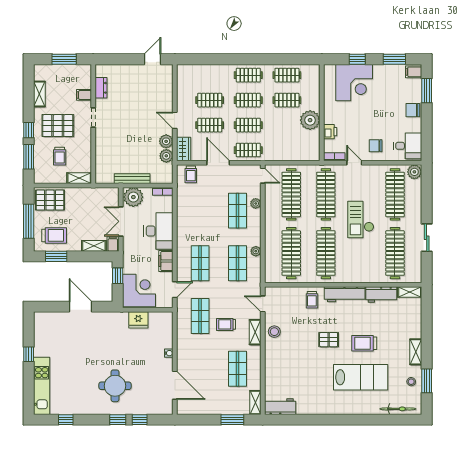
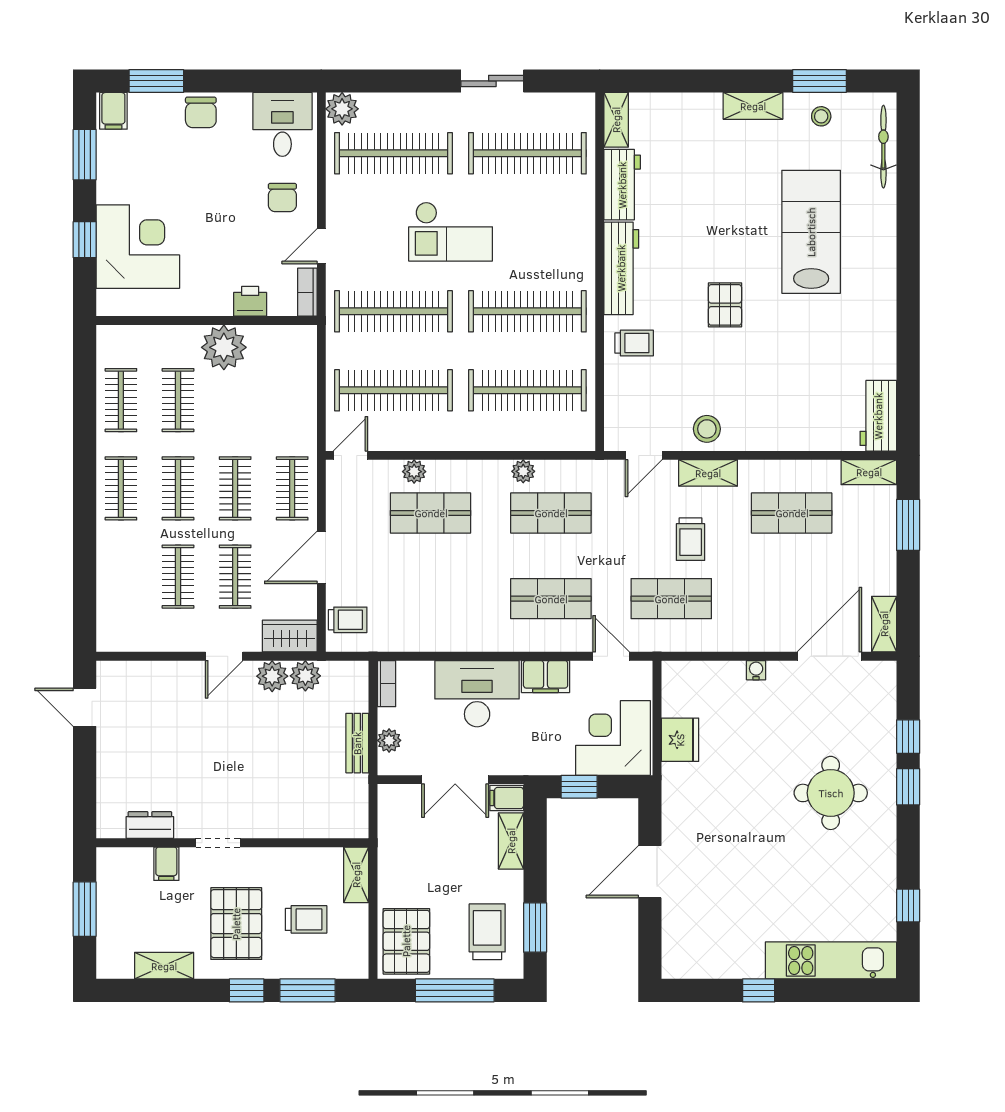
bench: (132, 179) -> (357, 743), width x0.73
plant: (133, 197) -> (389, 740), width x0.53, depth x0.53
trolley: (364, 343) -> (734, 223), removed
shelving: (189, 409) -> (884, 624), added

